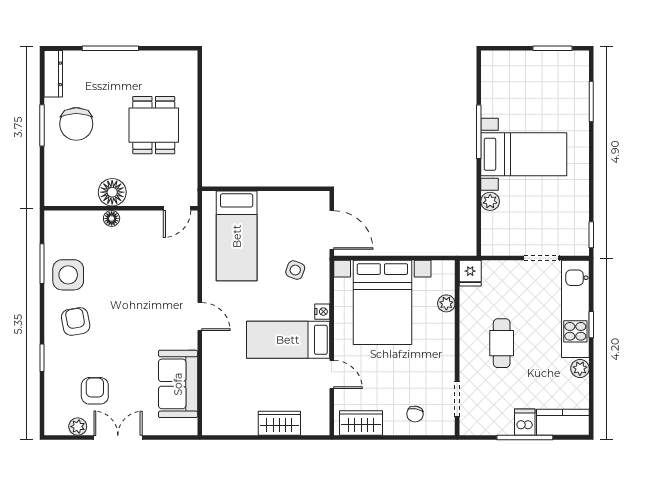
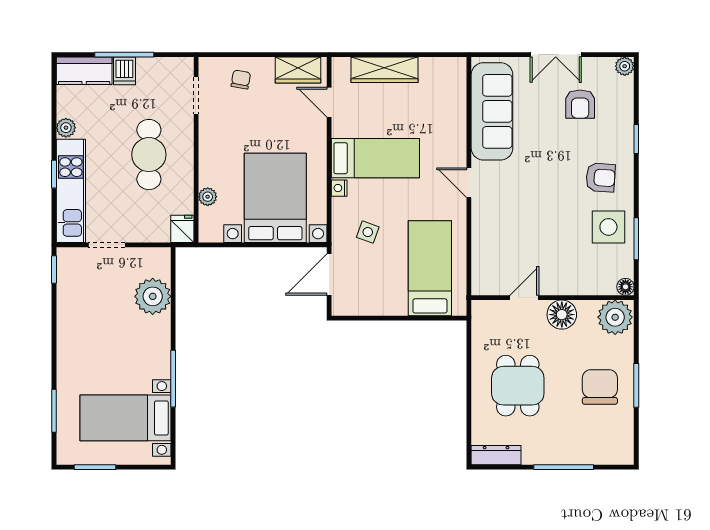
dresser: (53, 74) -> (496, 455), moved, turned 90
bed with nightstands: (524, 154) -> (125, 418), moved
plant: (62, 190) -> (615, 317), added
plant: (490, 201) -> (153, 296), width x1.88, depth x1.88
door: (177, 208) -> (524, 298), moved
floor lamp: (112, 218) -> (625, 287), moved
door: (332, 230) -> (329, 275), hinge flipped
armchair: (76, 321) -> (601, 178), turned -76
cafe table: (502, 343) -> (149, 155), width x1.37, depth x1.35
door: (332, 375) -> (329, 102), moved
sofa: (178, 384) -> (492, 111), width x1.36
wardrobe: (279, 423) -> (385, 70), width x1.50
plant: (78, 427) -> (625, 66), moved

